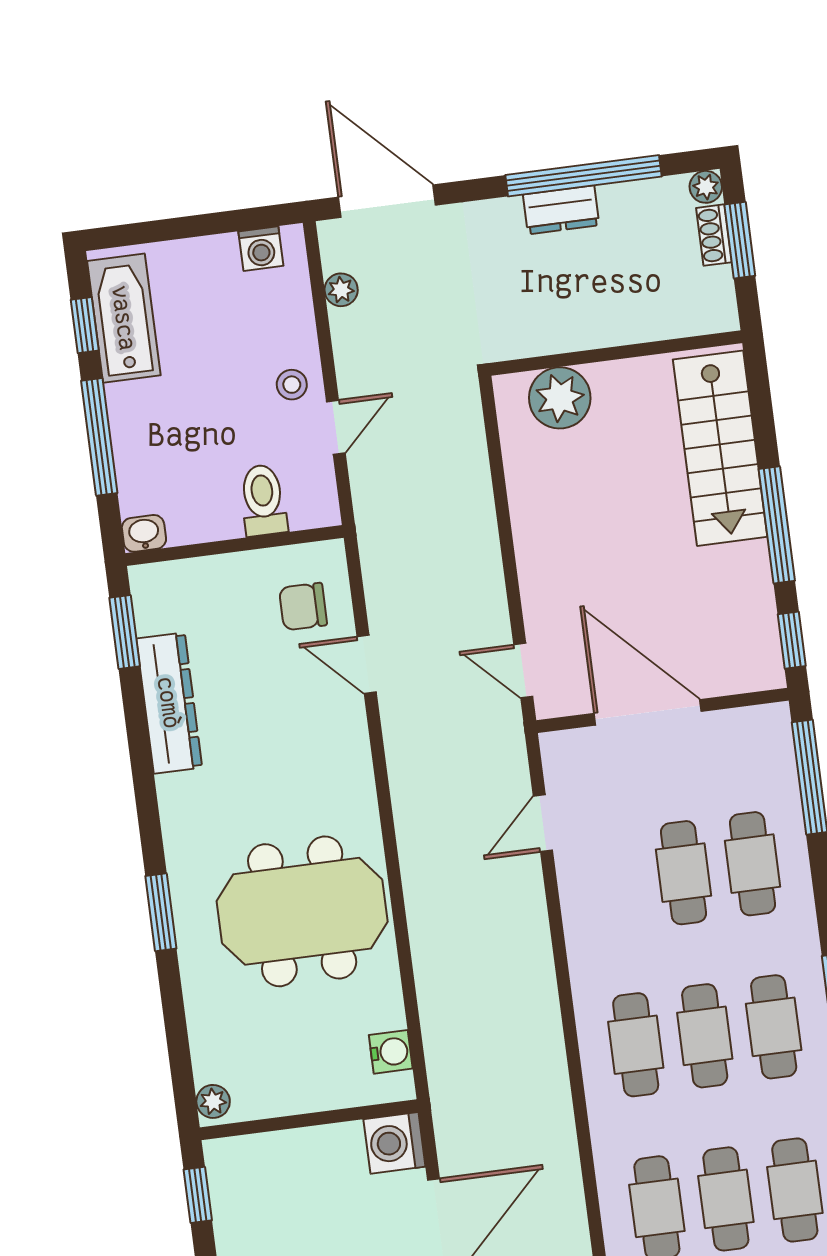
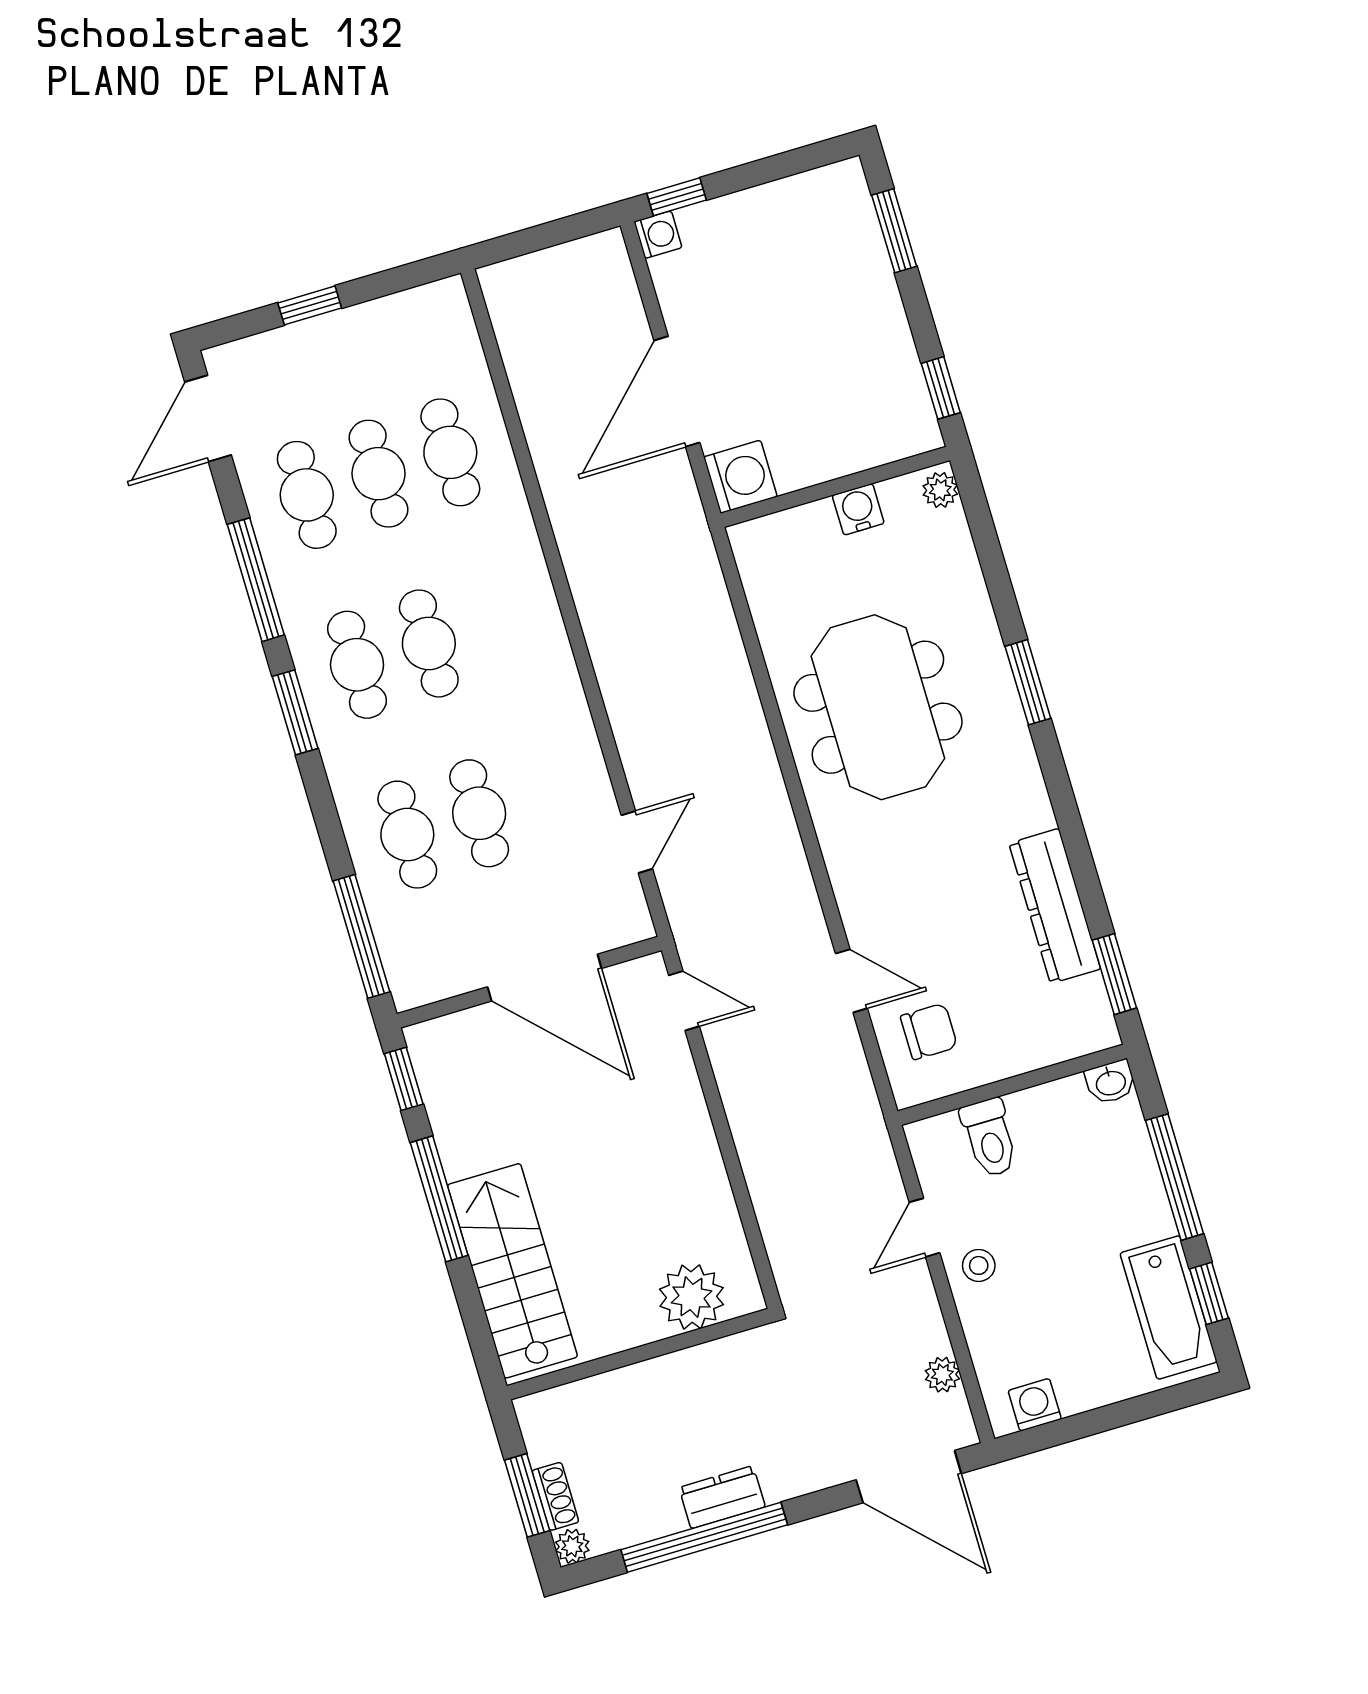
meeting table: (302, 911) -> (878, 707), turned 90
cafe table: (636, 1045) -> (501, 622), removed
water cooler: (391, 1052) -> (858, 509), moved, turned 90

